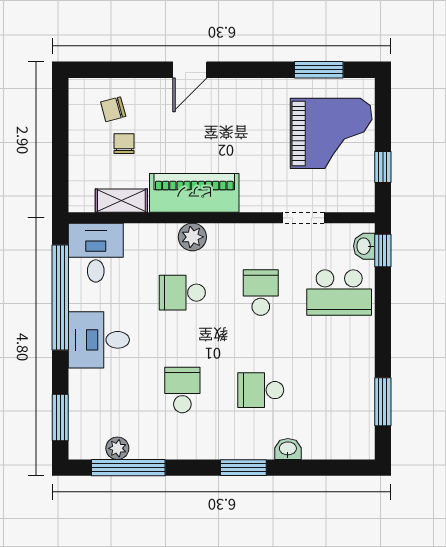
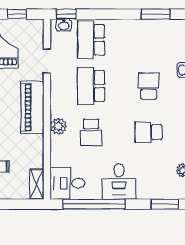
piano: (194, 193) -> (32, 108), moved
shelving: (121, 201) -> (37, 184), moved
school desk: (261, 293) -> (91, 86), width x1.85
school desk: (339, 293) -> (91, 40), turned 180
school desk: (261, 390) -> (149, 86), turned 180

